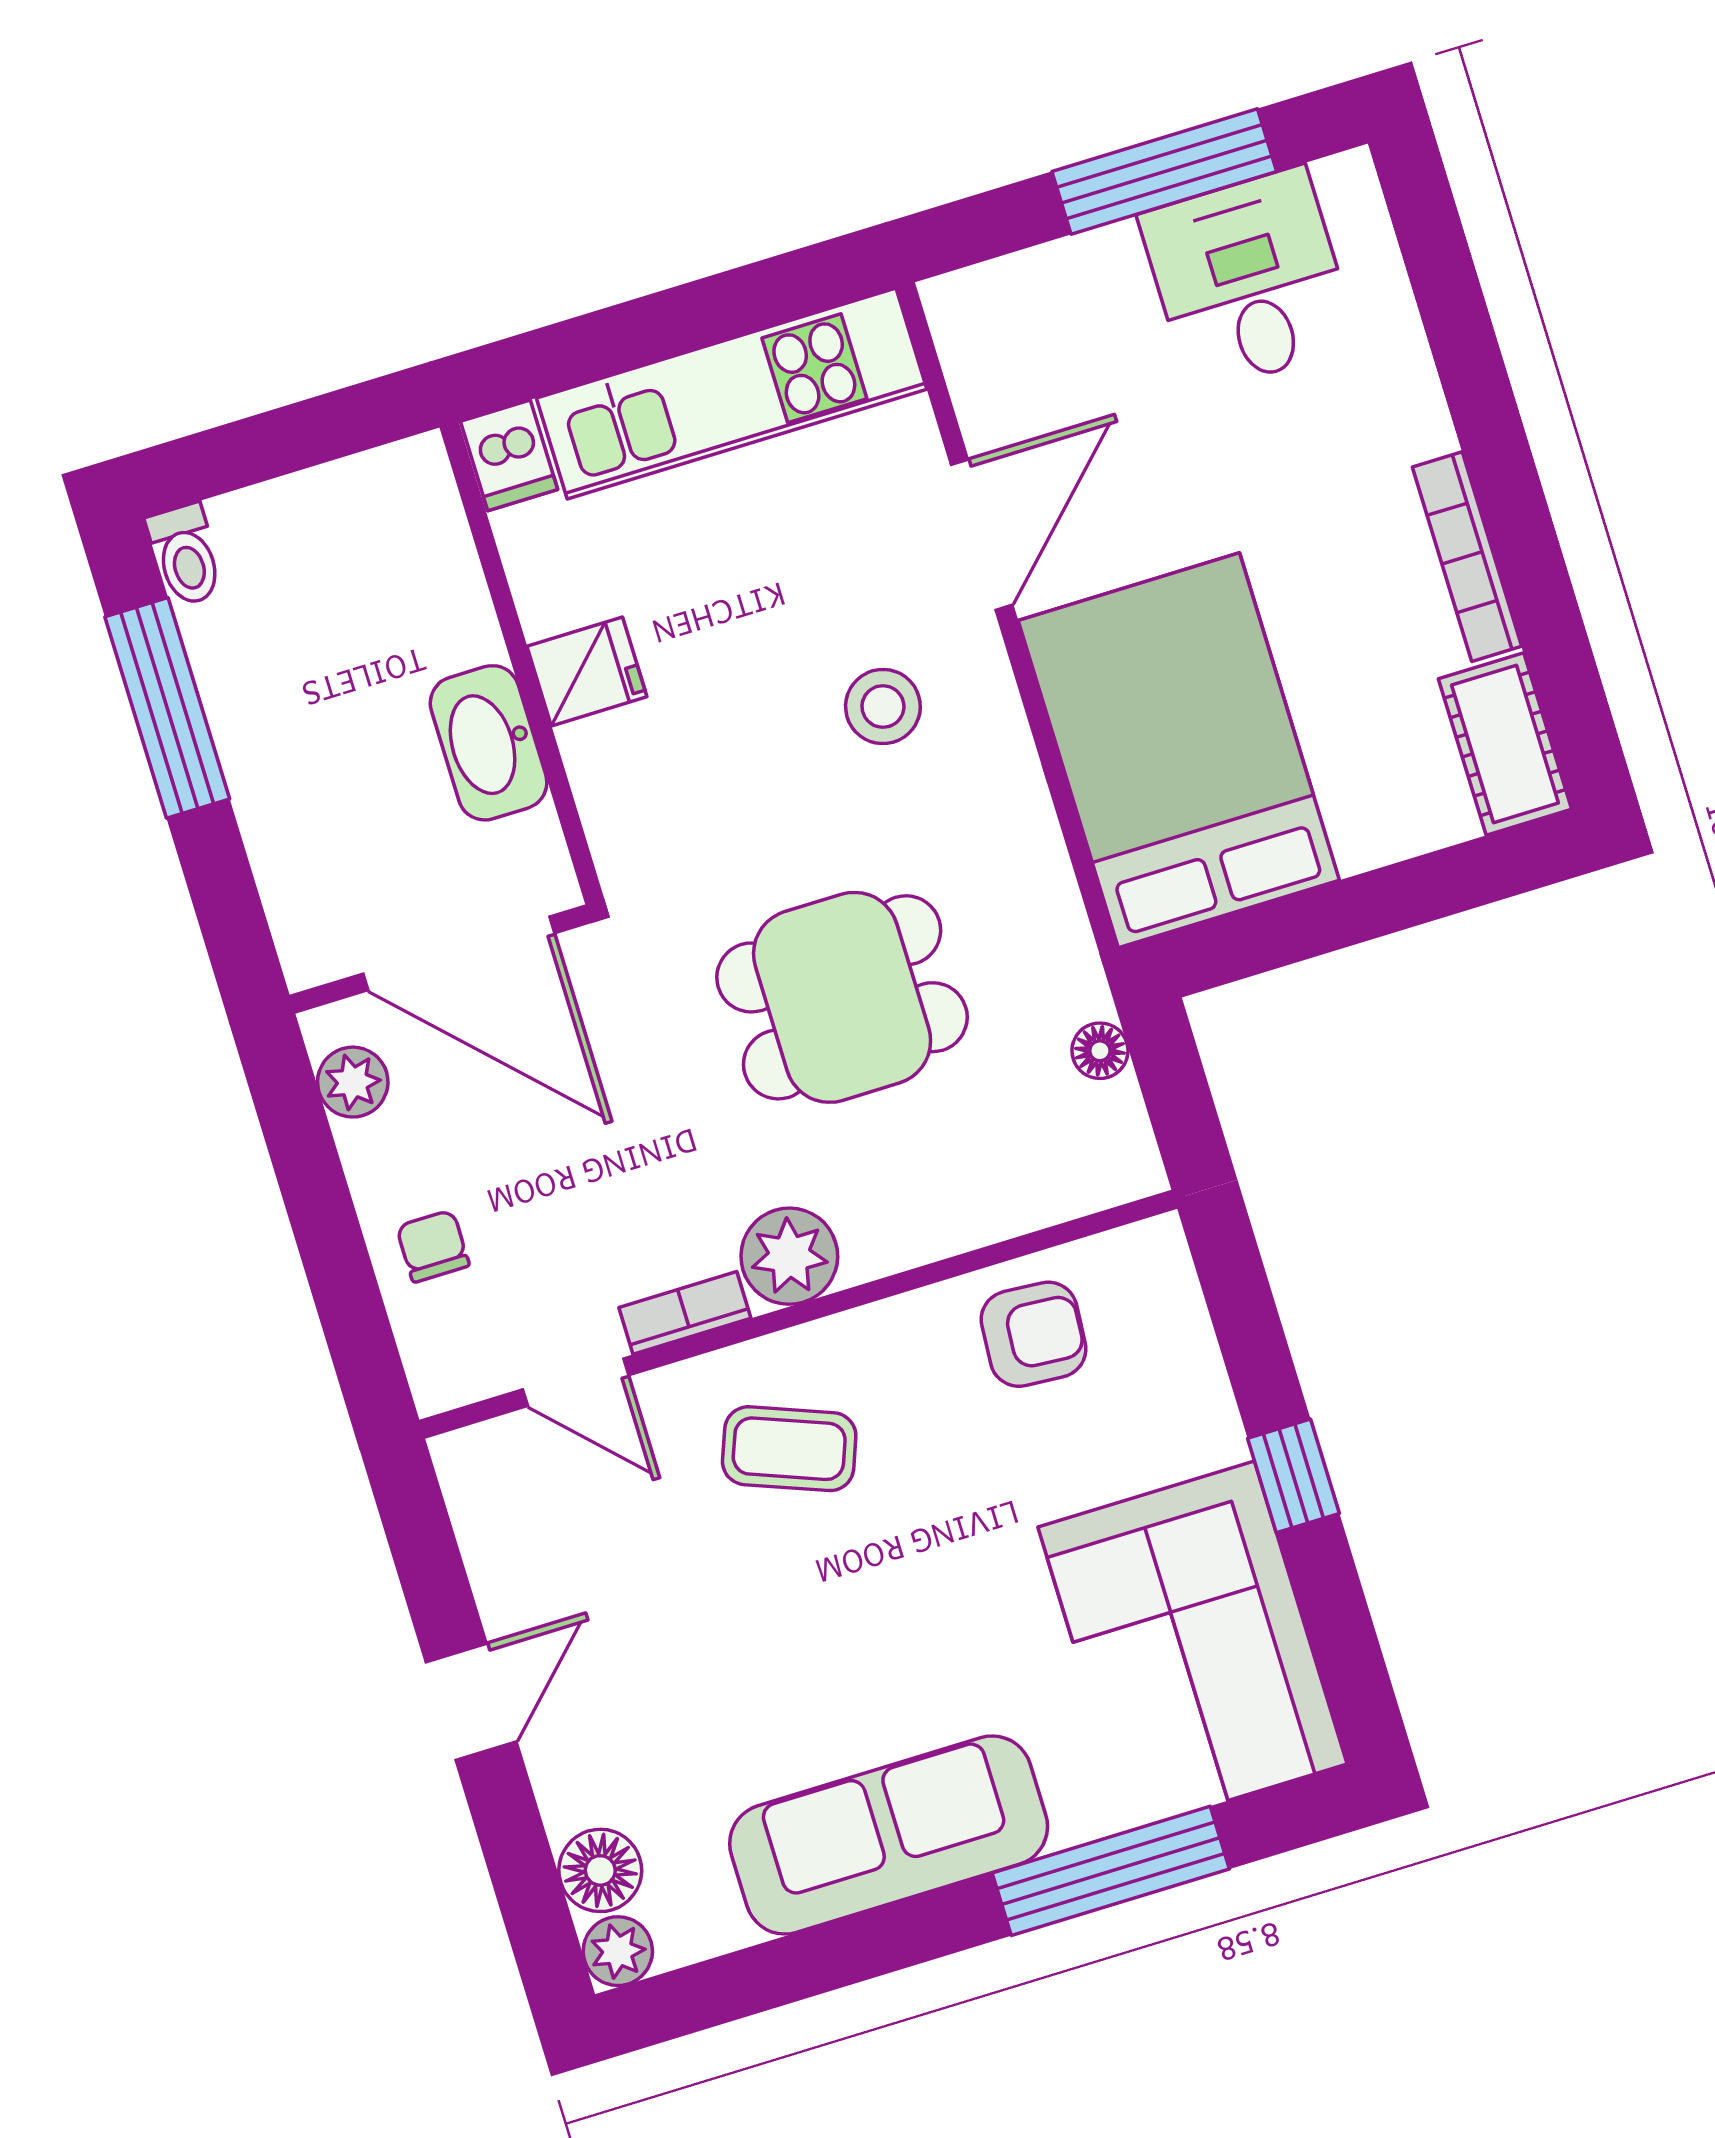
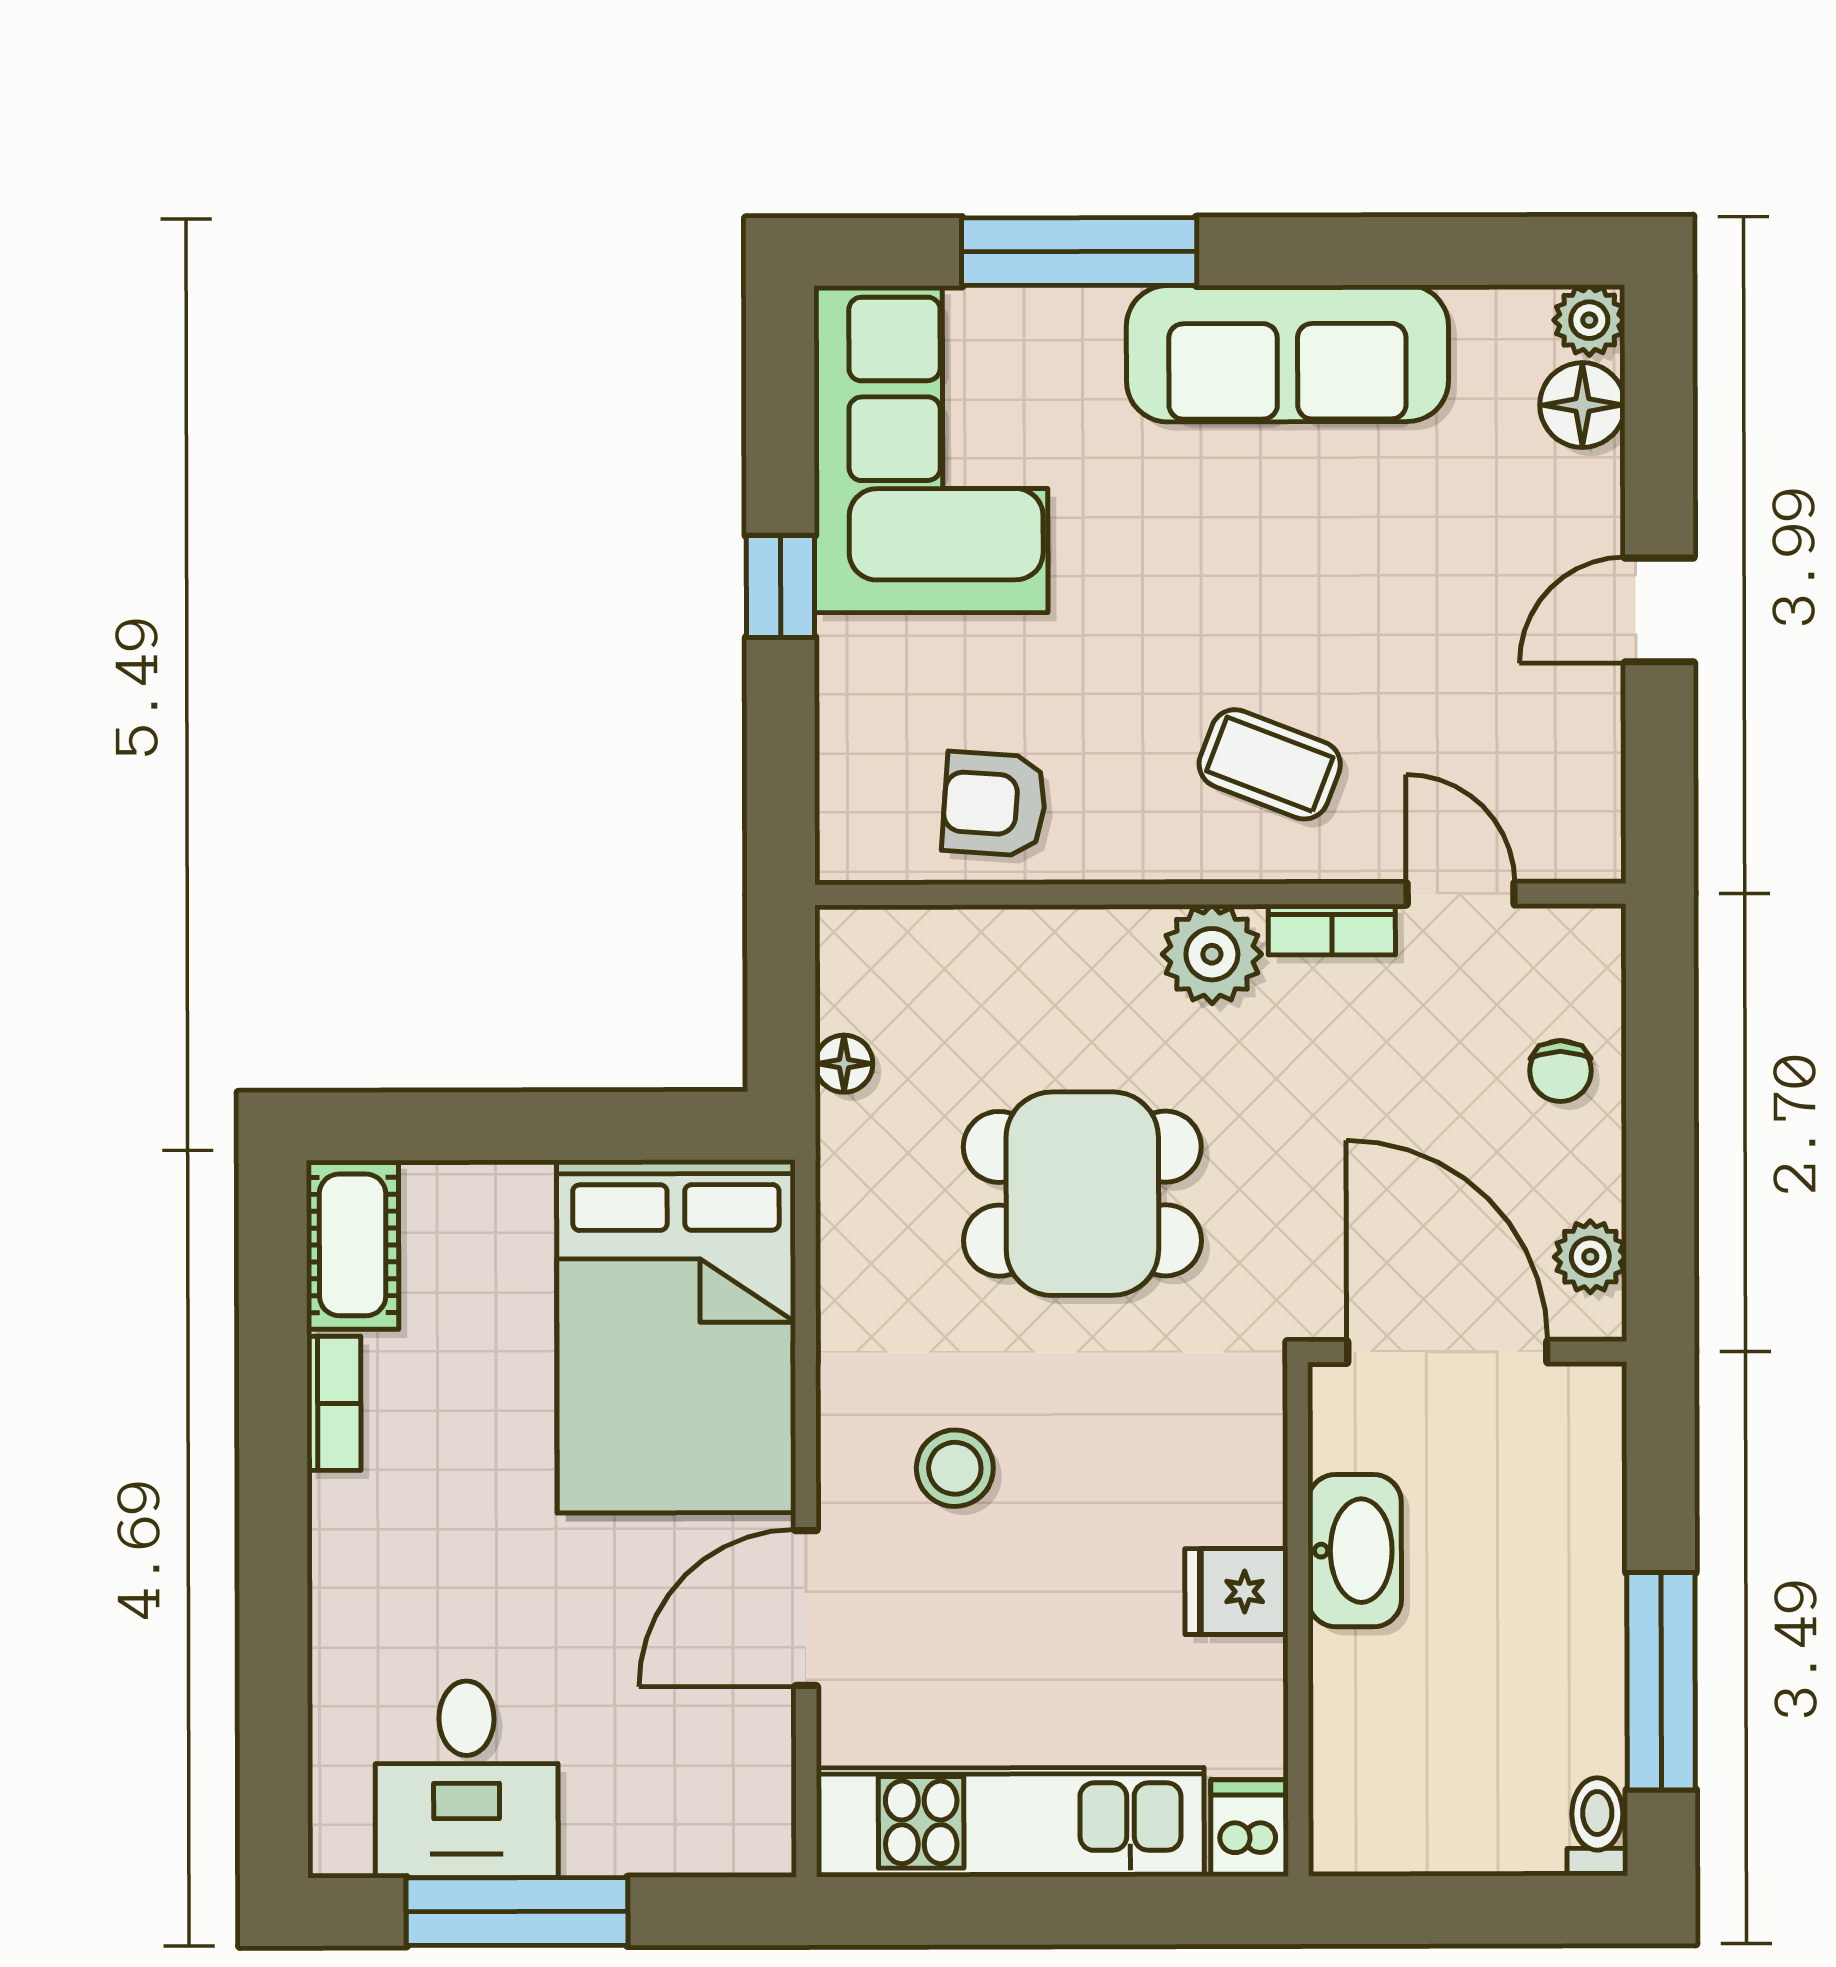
bookcase: (1467, 557) -> (334, 1403), width x0.64

